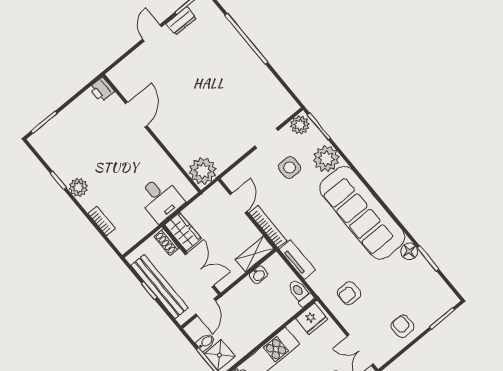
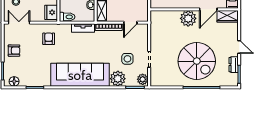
spiral stairs: (217, 74) -> (197, 61), added
wardrobe: (125, 82) -> (227, 16), added
door: (136, 115) -> (208, 9), hinge flipped
plant: (203, 171) -> (188, 18), moved
door: (239, 203) -> (130, 23), hinge flipped
floor lamp: (409, 251) -> (14, 81), moved

